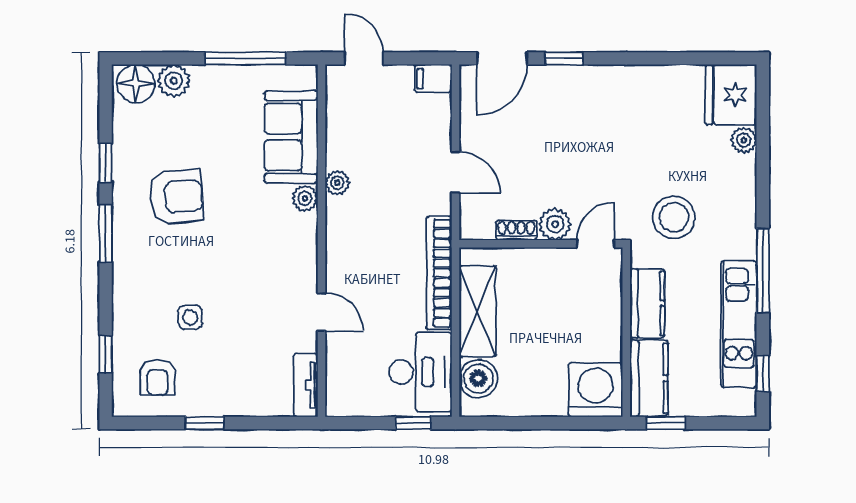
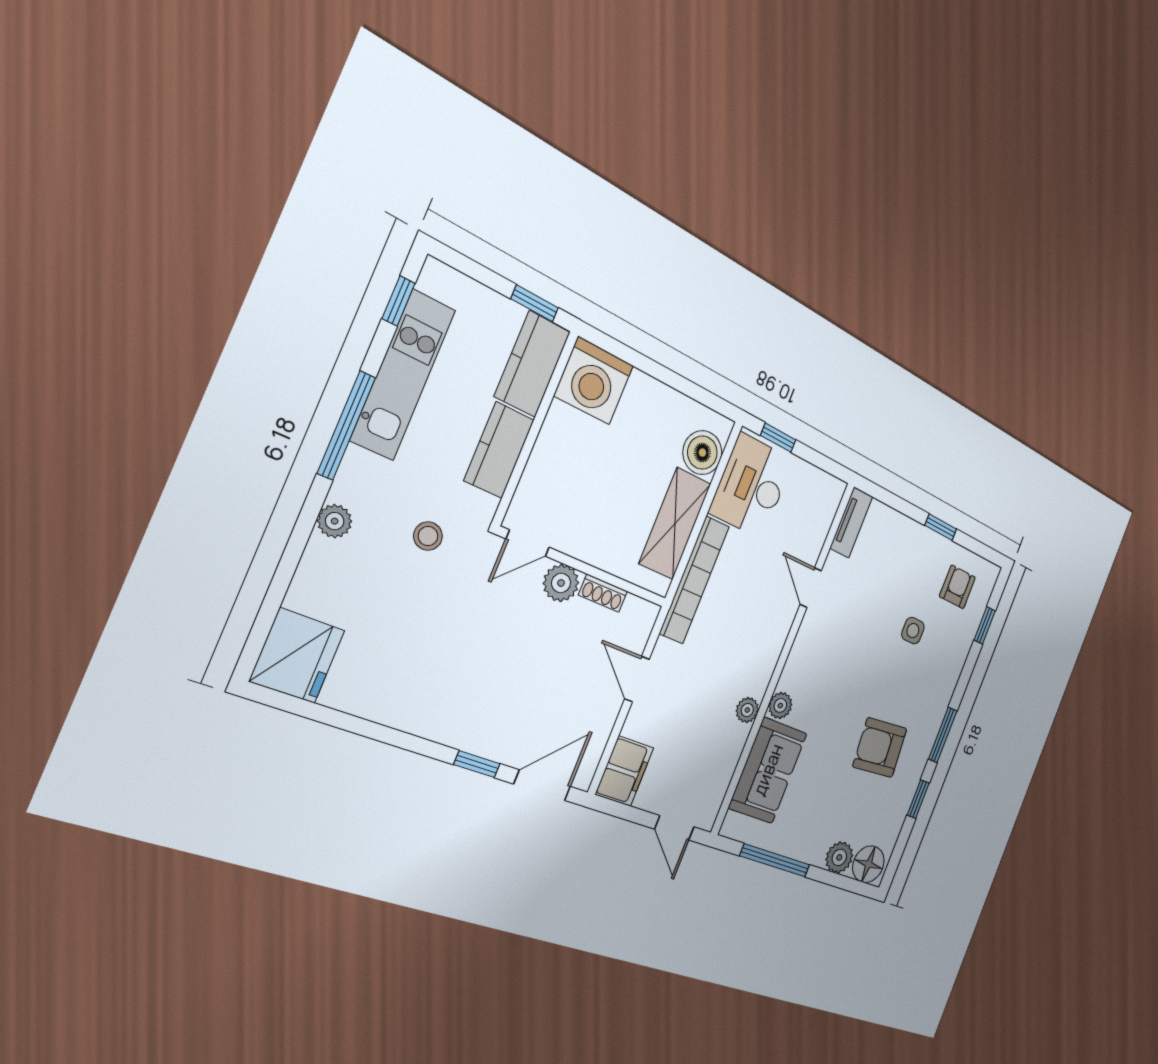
filing cabinet: (433, 78) -> (624, 771), width x2.00
plant: (744, 140) -> (335, 521), moved
stool: (674, 217) -> (428, 536), width x0.53, depth x0.53

